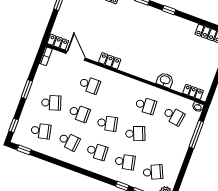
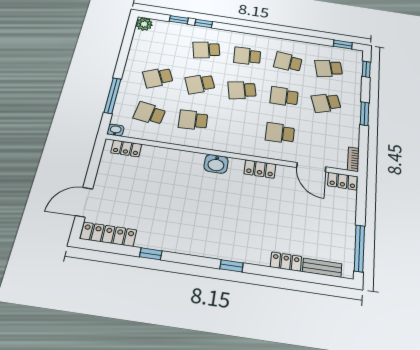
window: (169, 10) -> (151, 254), moved
washbasin: (165, 80) -> (216, 164), moved
school desk: (153, 172) -> (158, 77), moved

